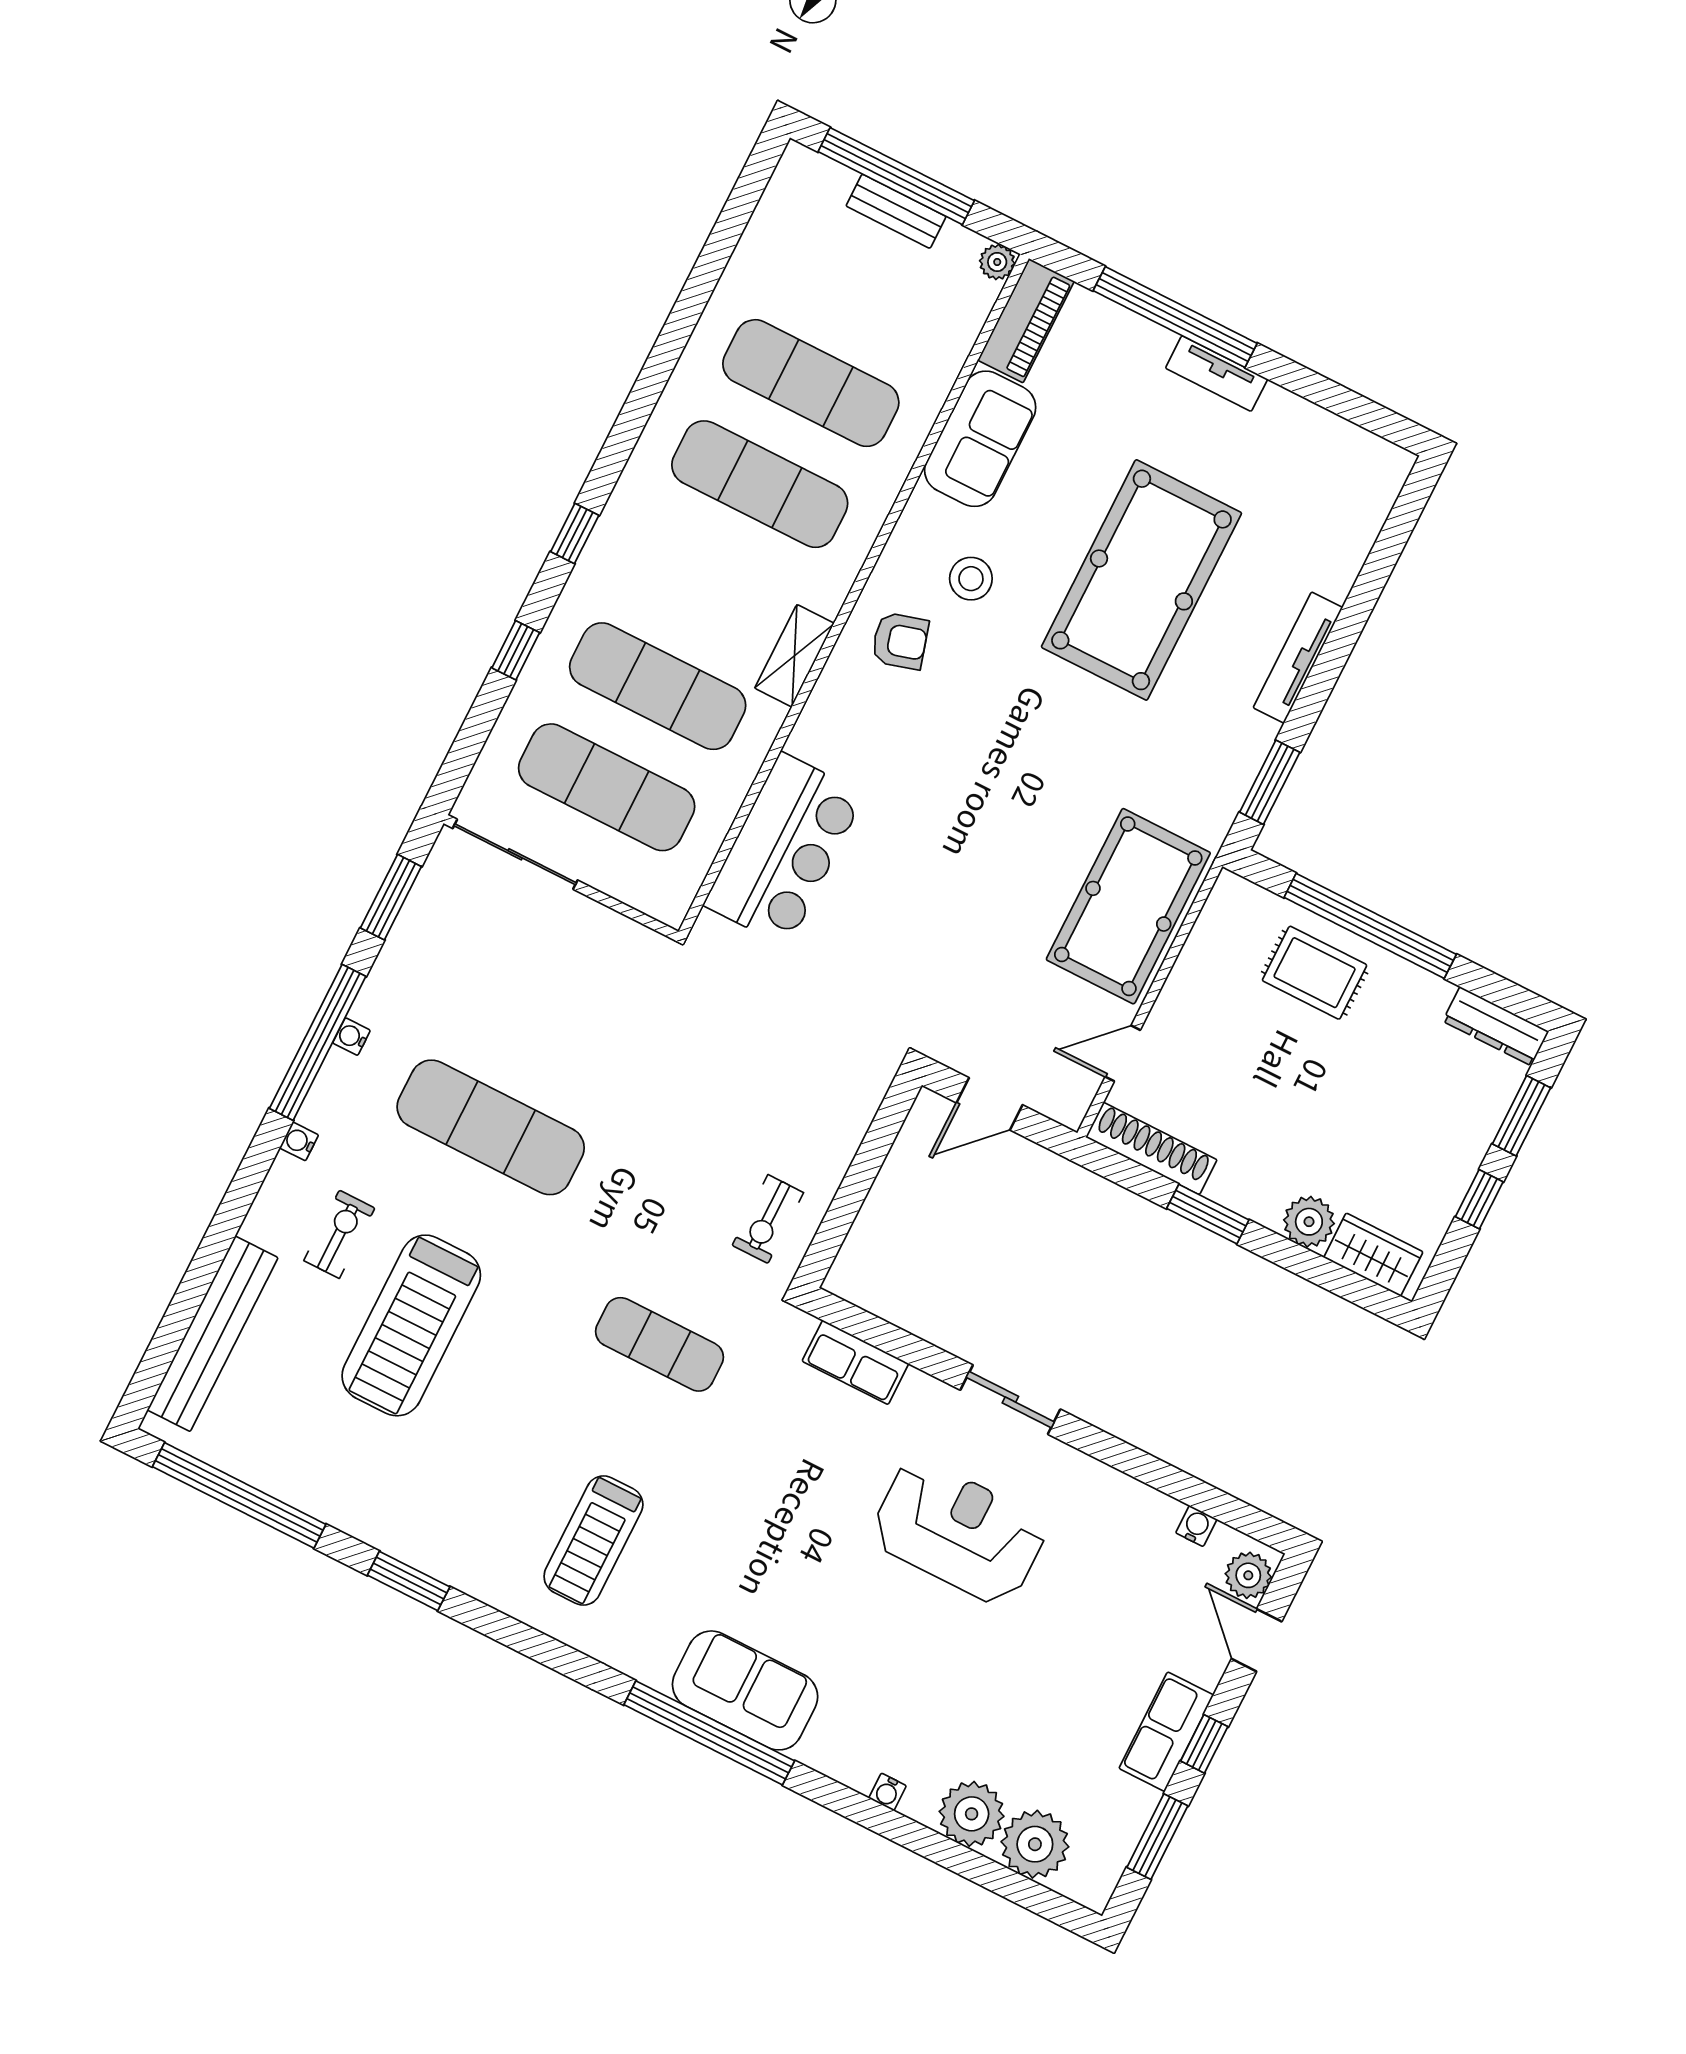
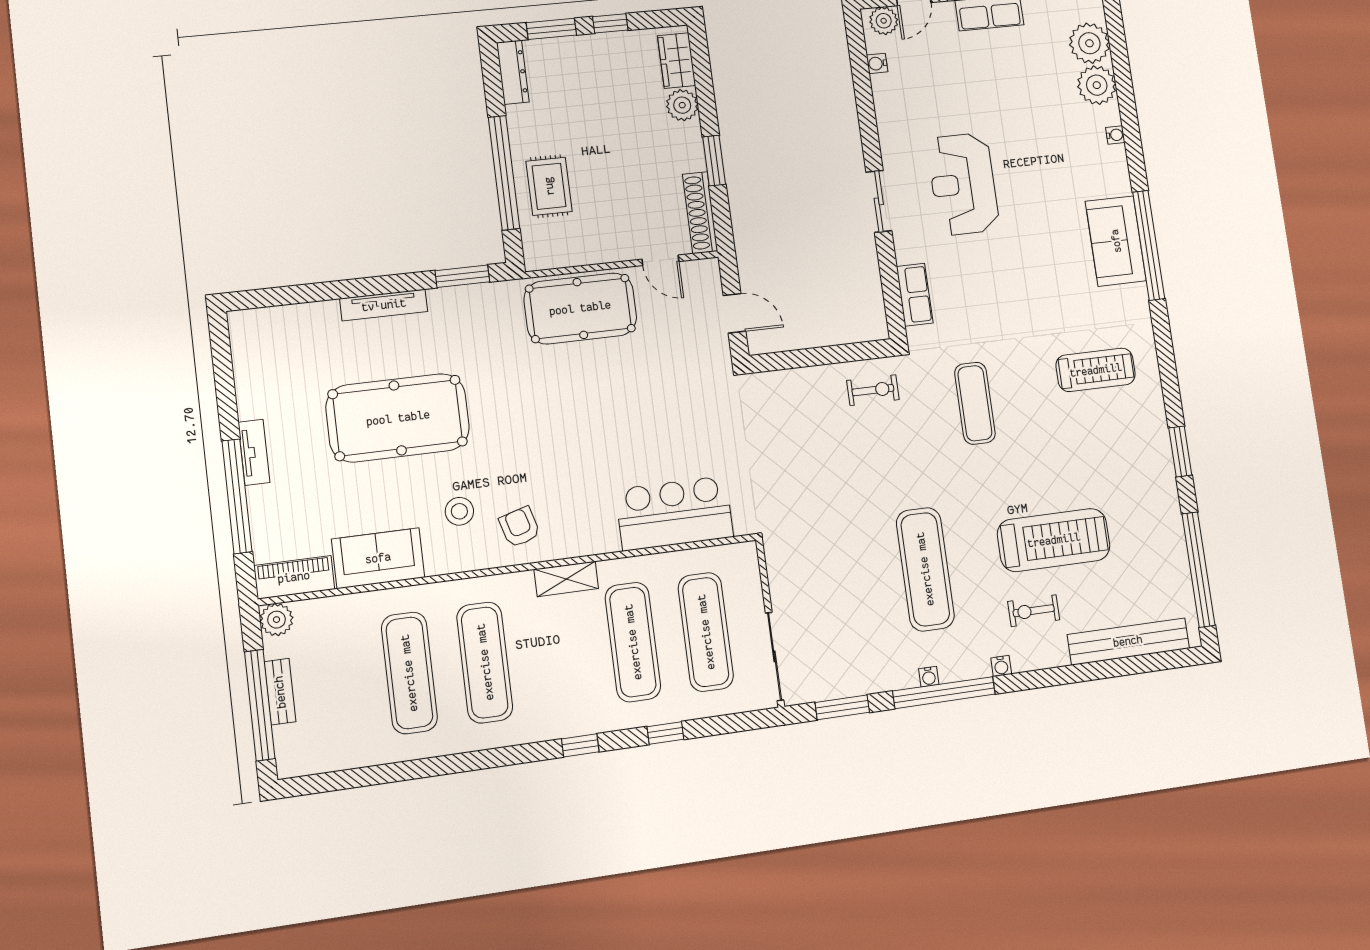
plant: (997, 262) -> (276, 620), width x1.38, depth x1.38

